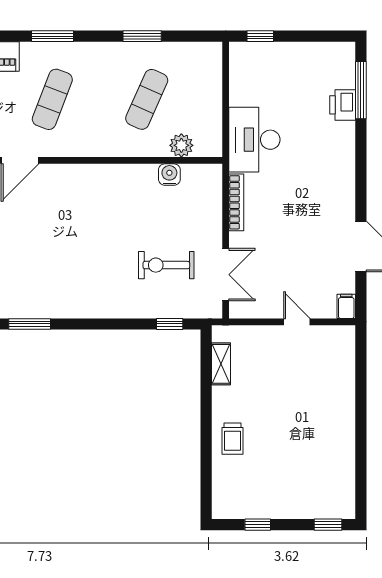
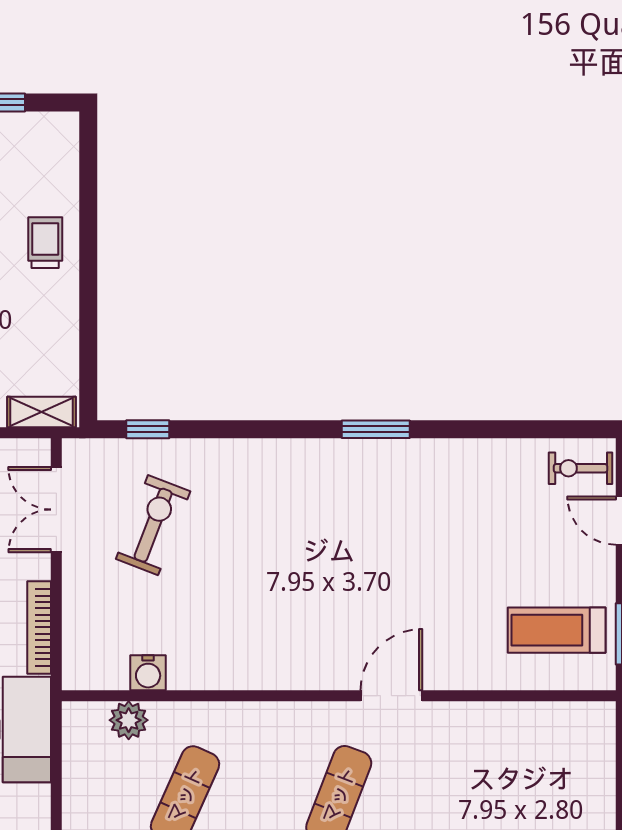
exercise bike: (166, 265) -> (153, 525), turned -69
shelving: (221, 364) -> (42, 412), moved, turned 90

